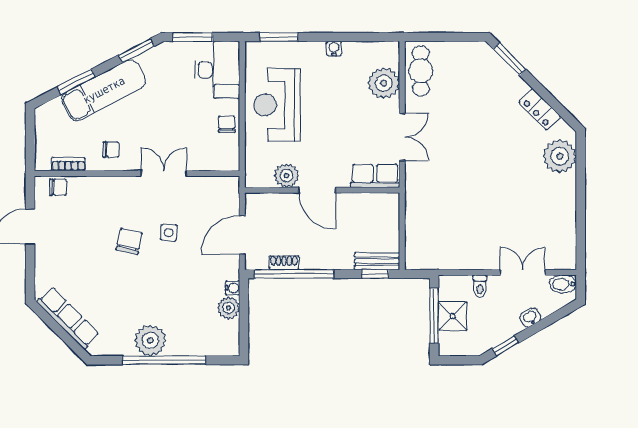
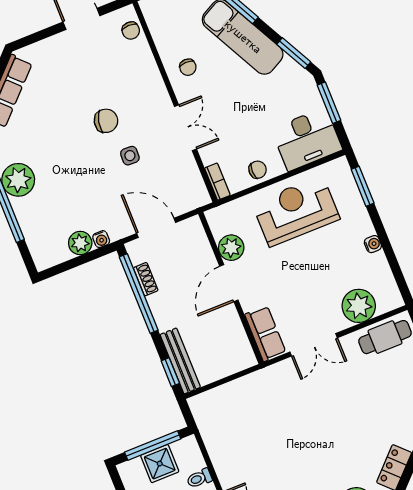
bookcase: (68, 164) -> (217, 182), moved
bench: (377, 261) -> (180, 361), width x1.36

